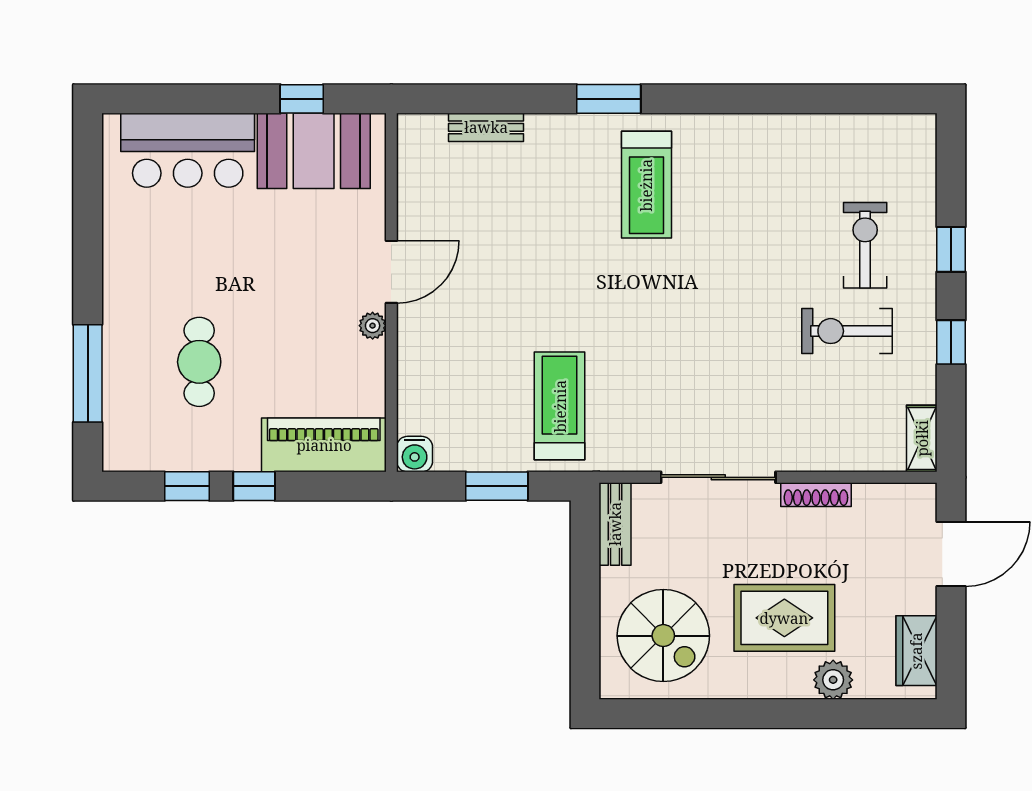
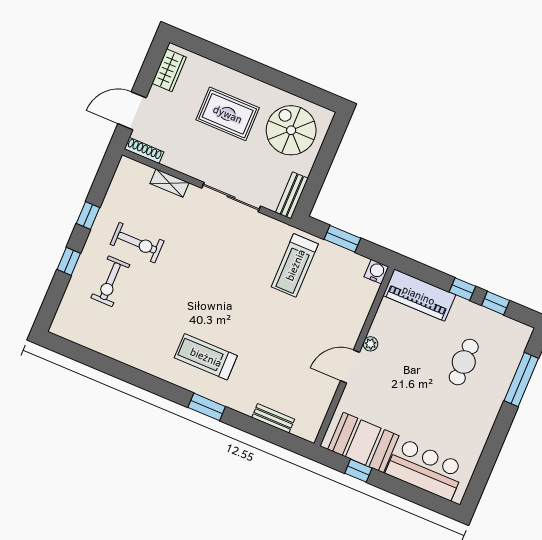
treadmill: (646, 185) -> (206, 357), turned -90
shelving: (922, 438) -> (170, 183), moved, turned 90
shoe rack: (816, 495) -> (144, 150), moved
plant: (833, 680) -> (216, 73), removed

